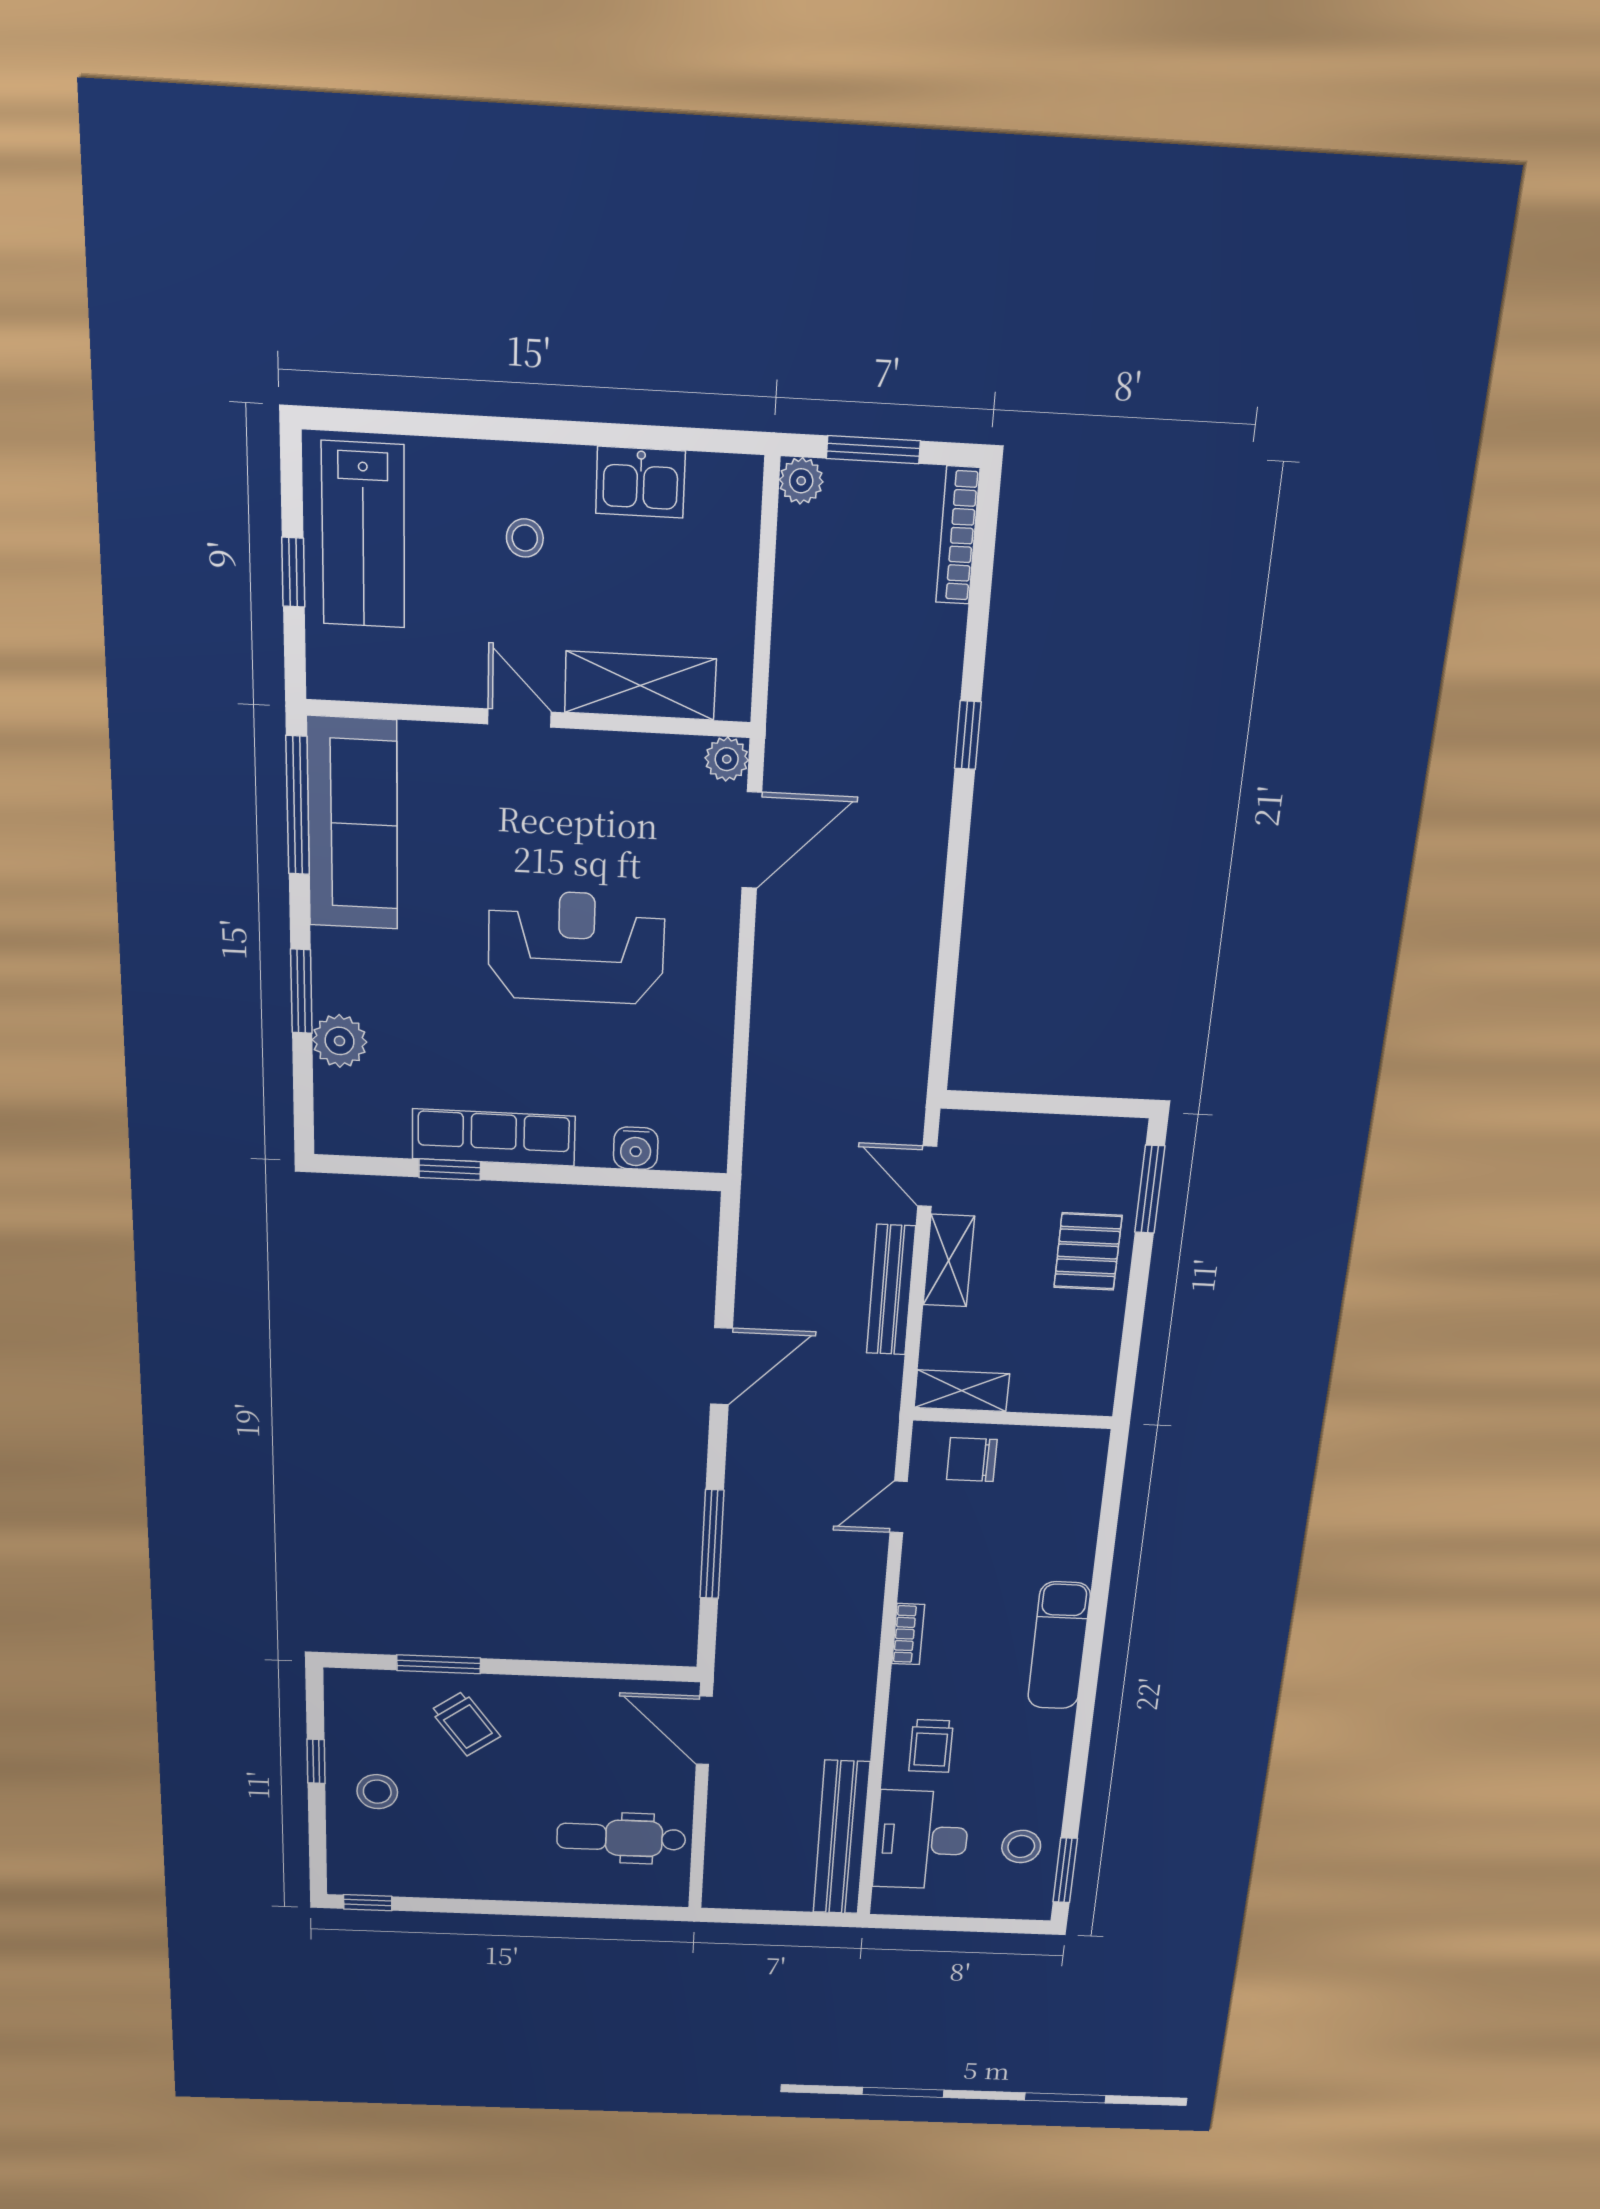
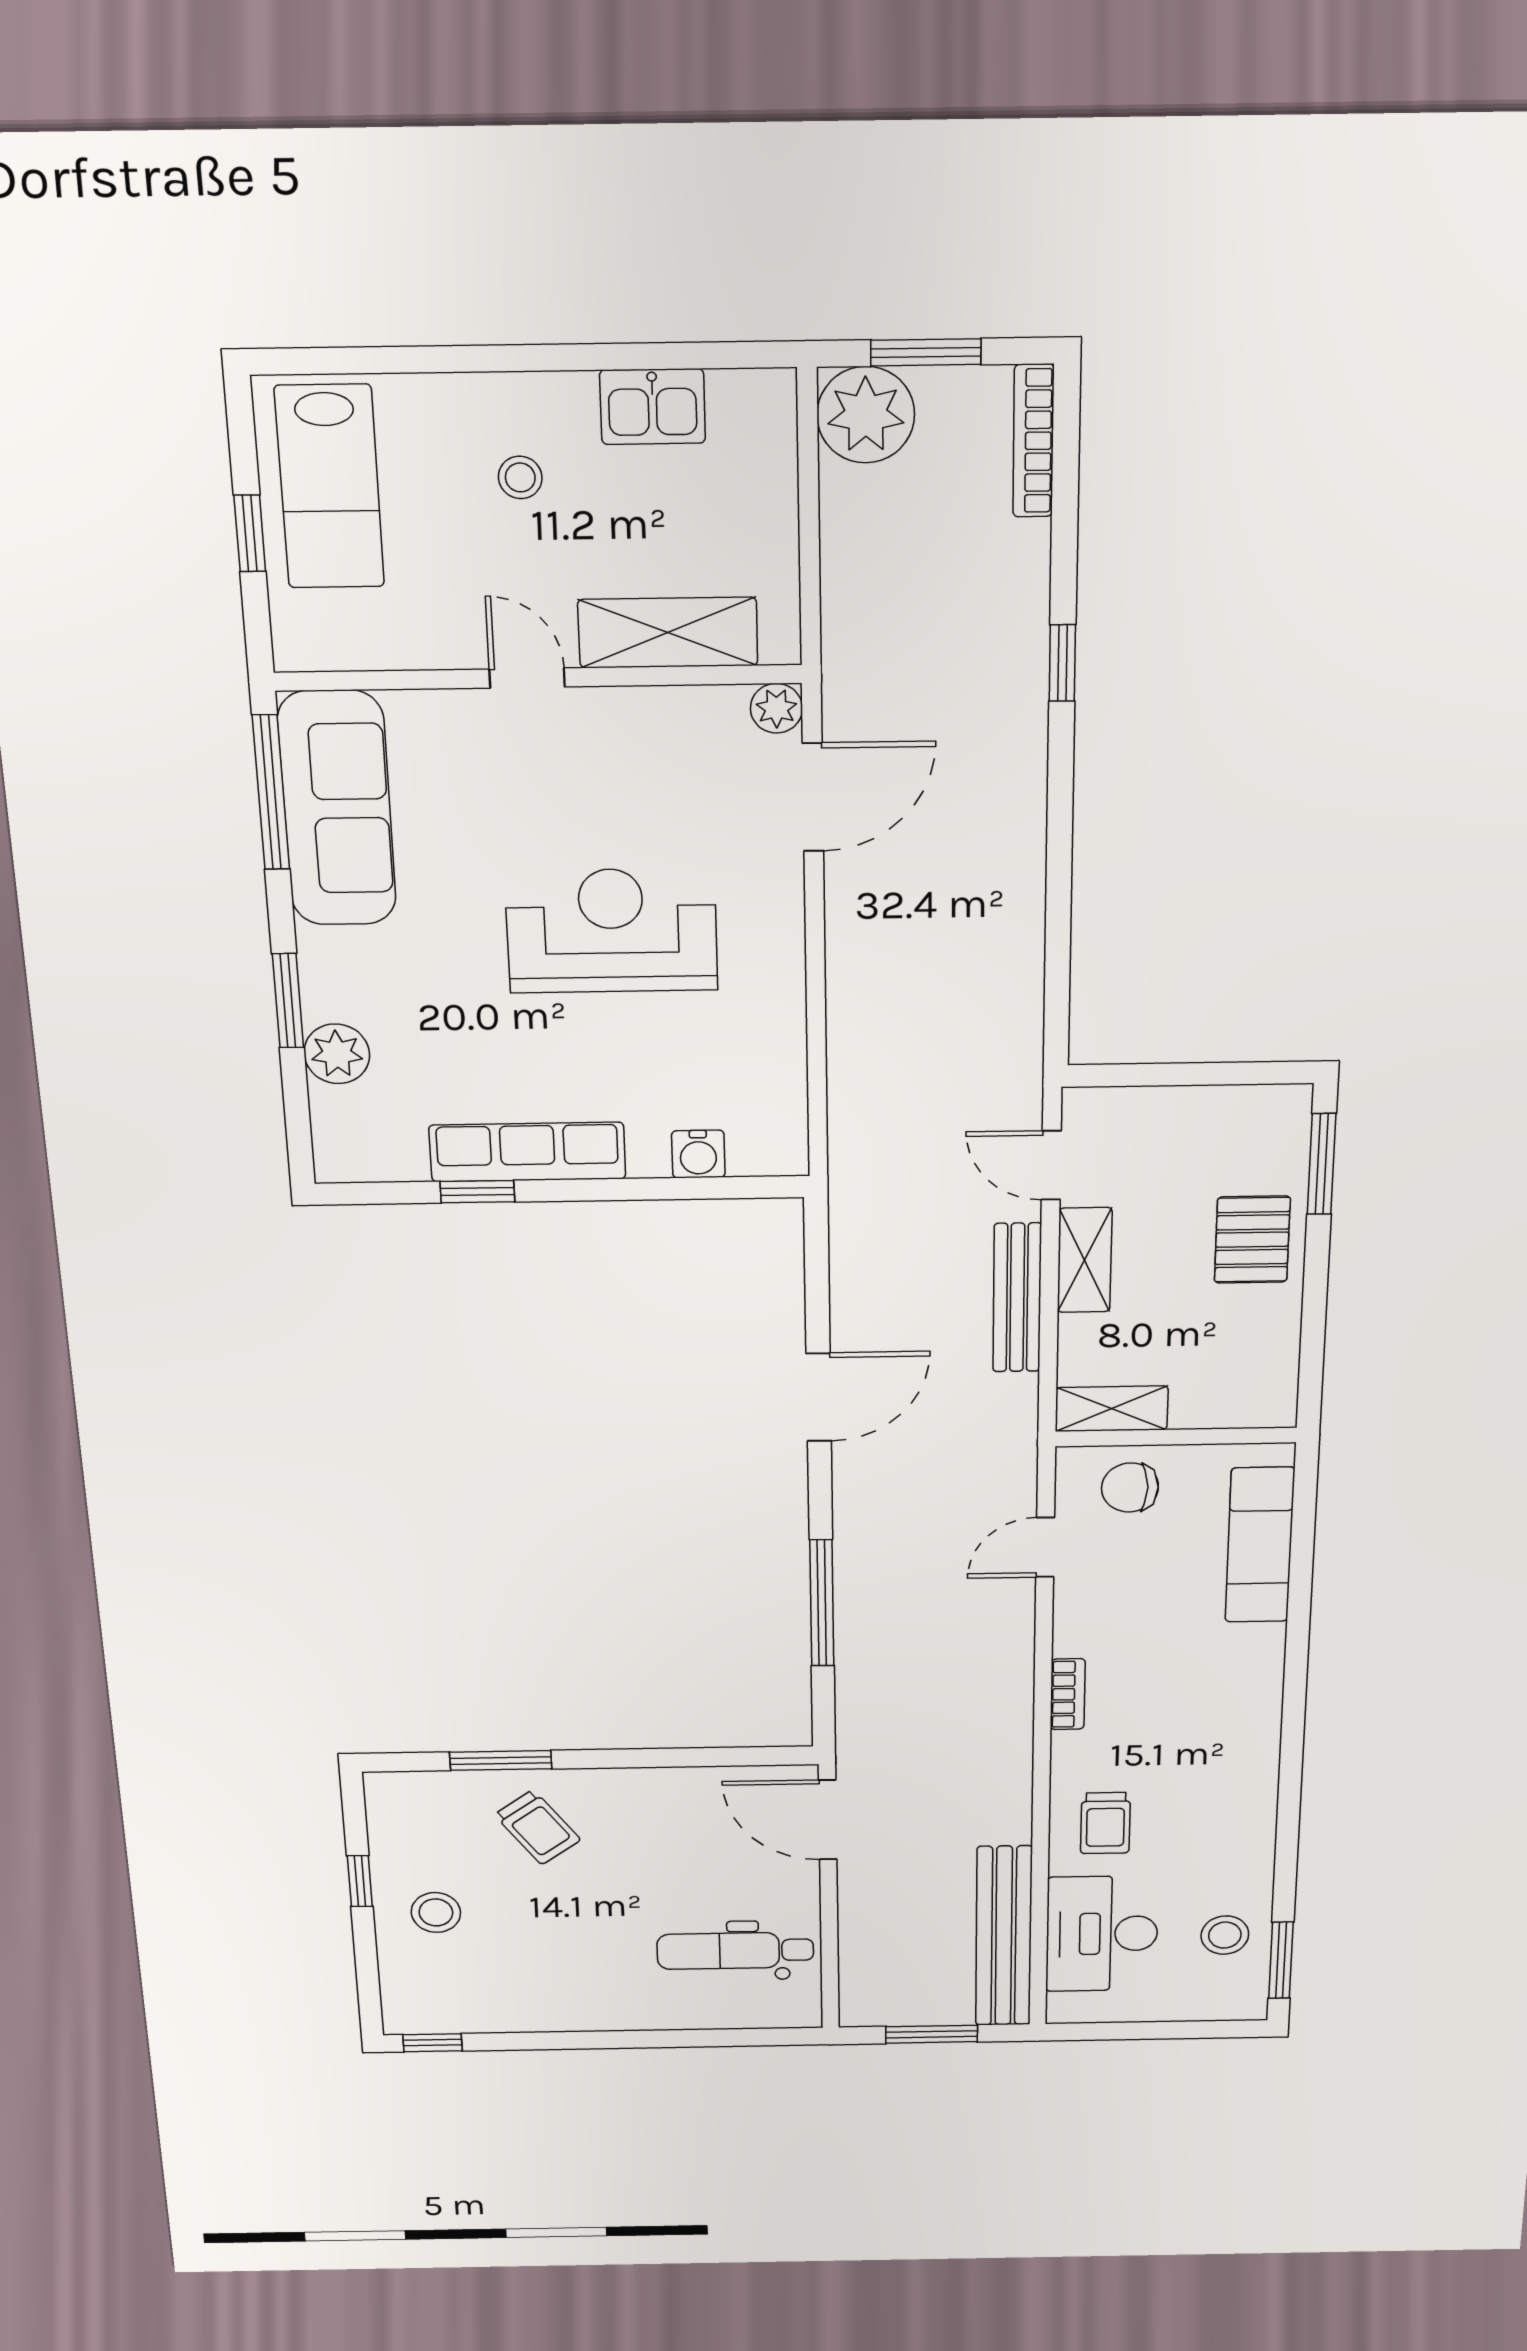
plant: (801, 481) -> (866, 415), width x1.87, depth x1.87
exam couch: (1059, 1646) -> (1260, 1545), moved
window: (777, 1918) -> (932, 2034), added

